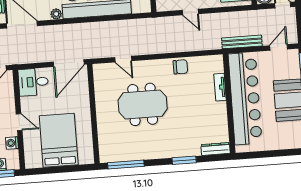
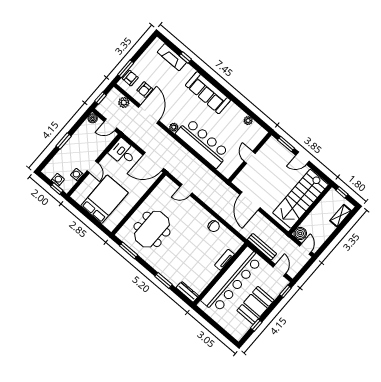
door: (190, 12) -> (250, 201), width x1.88
door: (279, 47) -> (279, 270), hinge flipped
door: (123, 59) -> (186, 190), hinge flipped
meeting table: (143, 104) -> (152, 229), moved, turned 90
window: (126, 165) -> (129, 250), width x0.69

